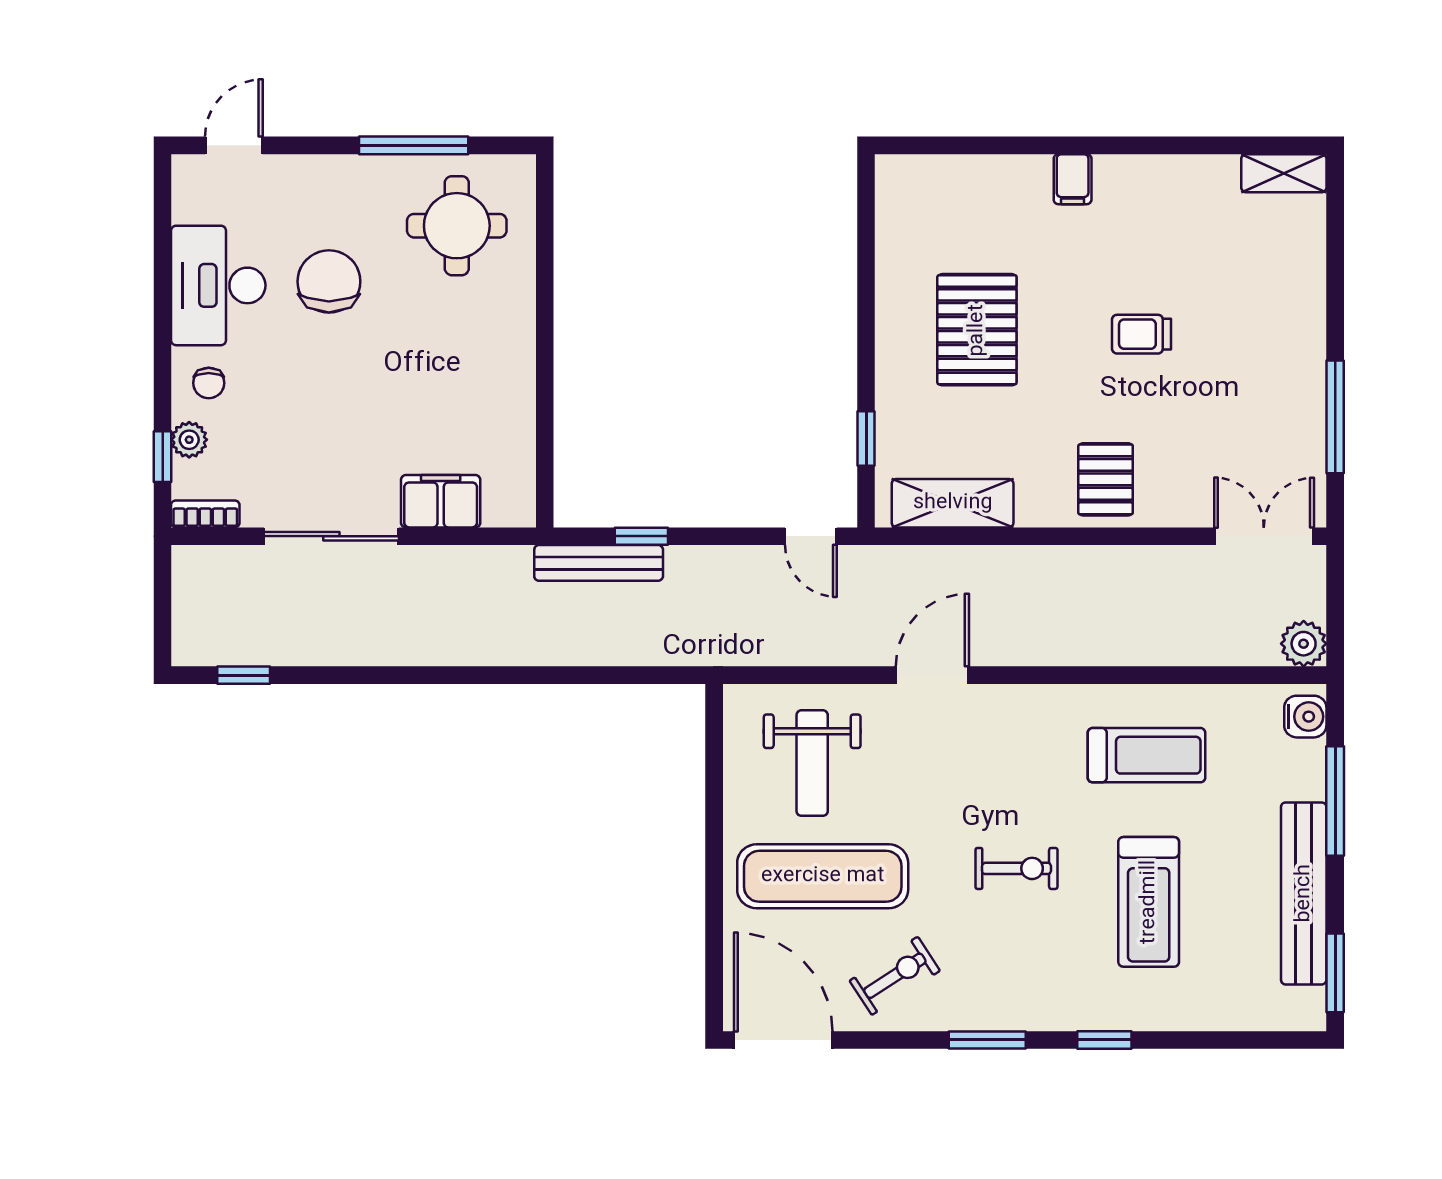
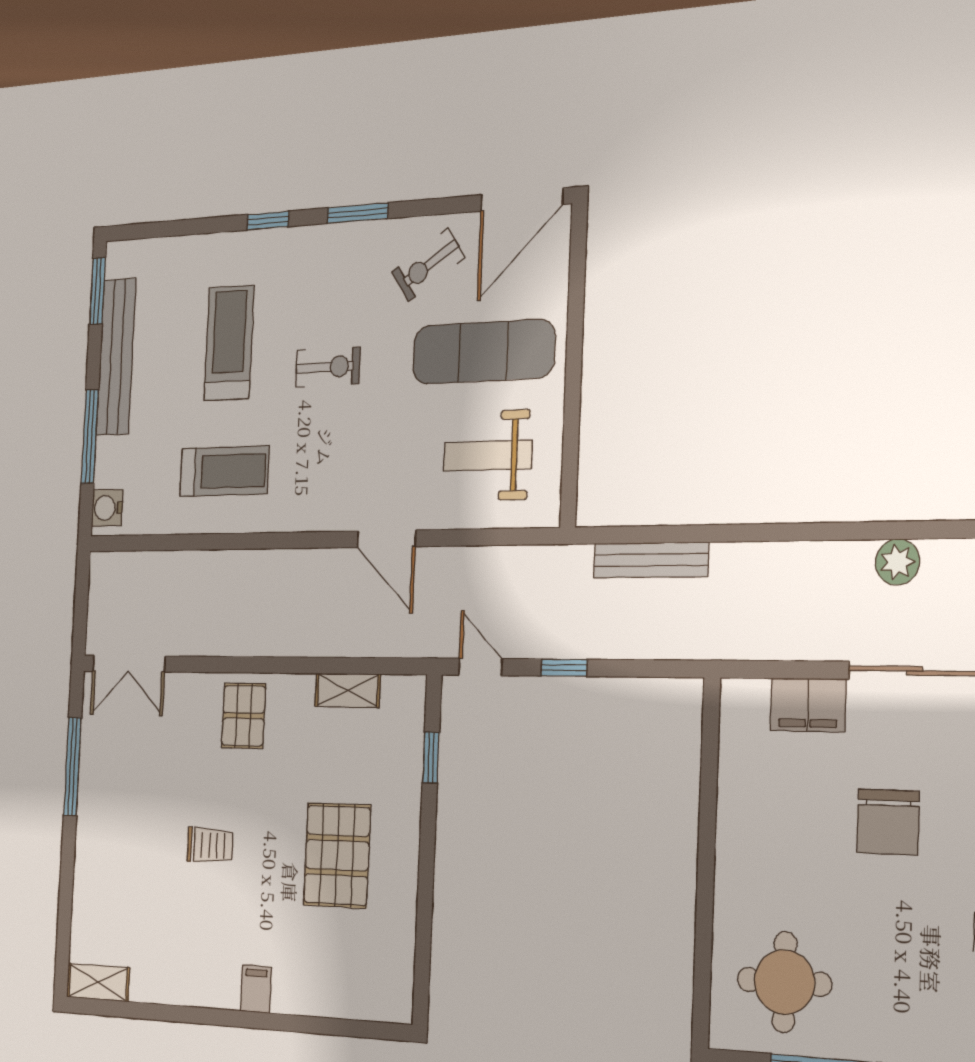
chair: (329, 281) -> (888, 822), moved
shelving: (953, 503) -> (348, 690), width x0.67, depth x0.75
window: (641, 536) -> (564, 668), moved
bench: (599, 563) -> (651, 560), moved
plant: (1304, 644) -> (897, 562), moved
door: (932, 675) -> (386, 539), hinge flipped
treadmill: (1147, 755) -> (224, 471), turned 180
weight bench: (812, 763) -> (488, 456), turned -90
exercise bike: (1017, 868) -> (328, 367), turned 180
door: (783, 1040) -> (522, 200), hinge flipped

